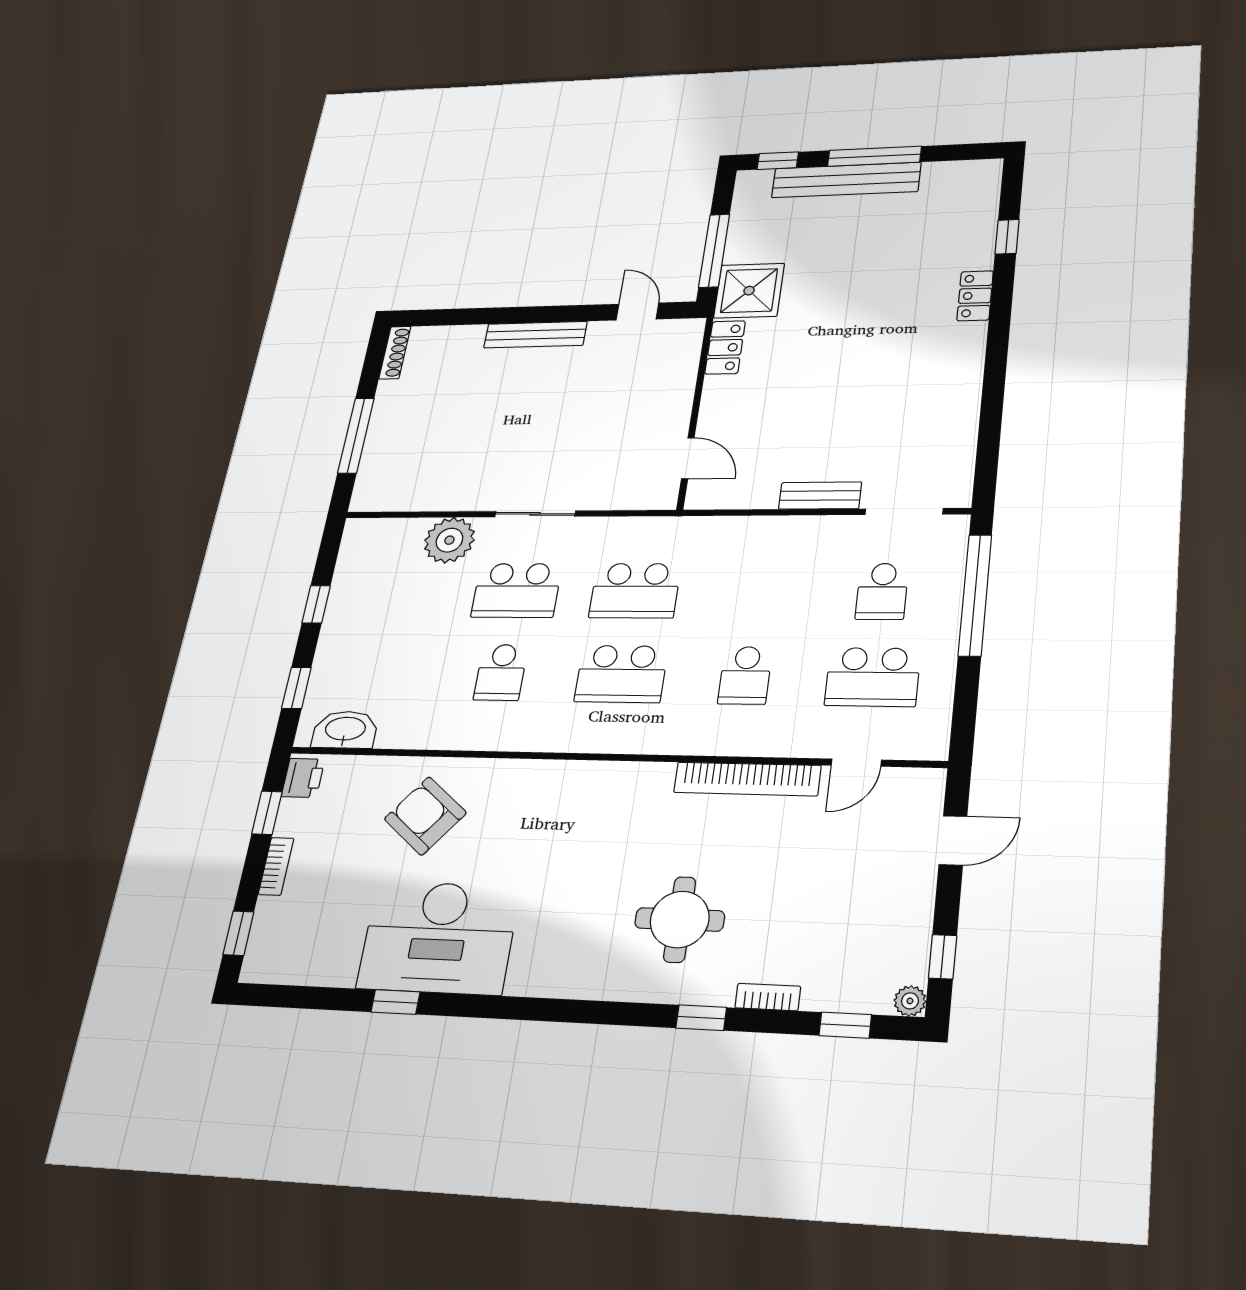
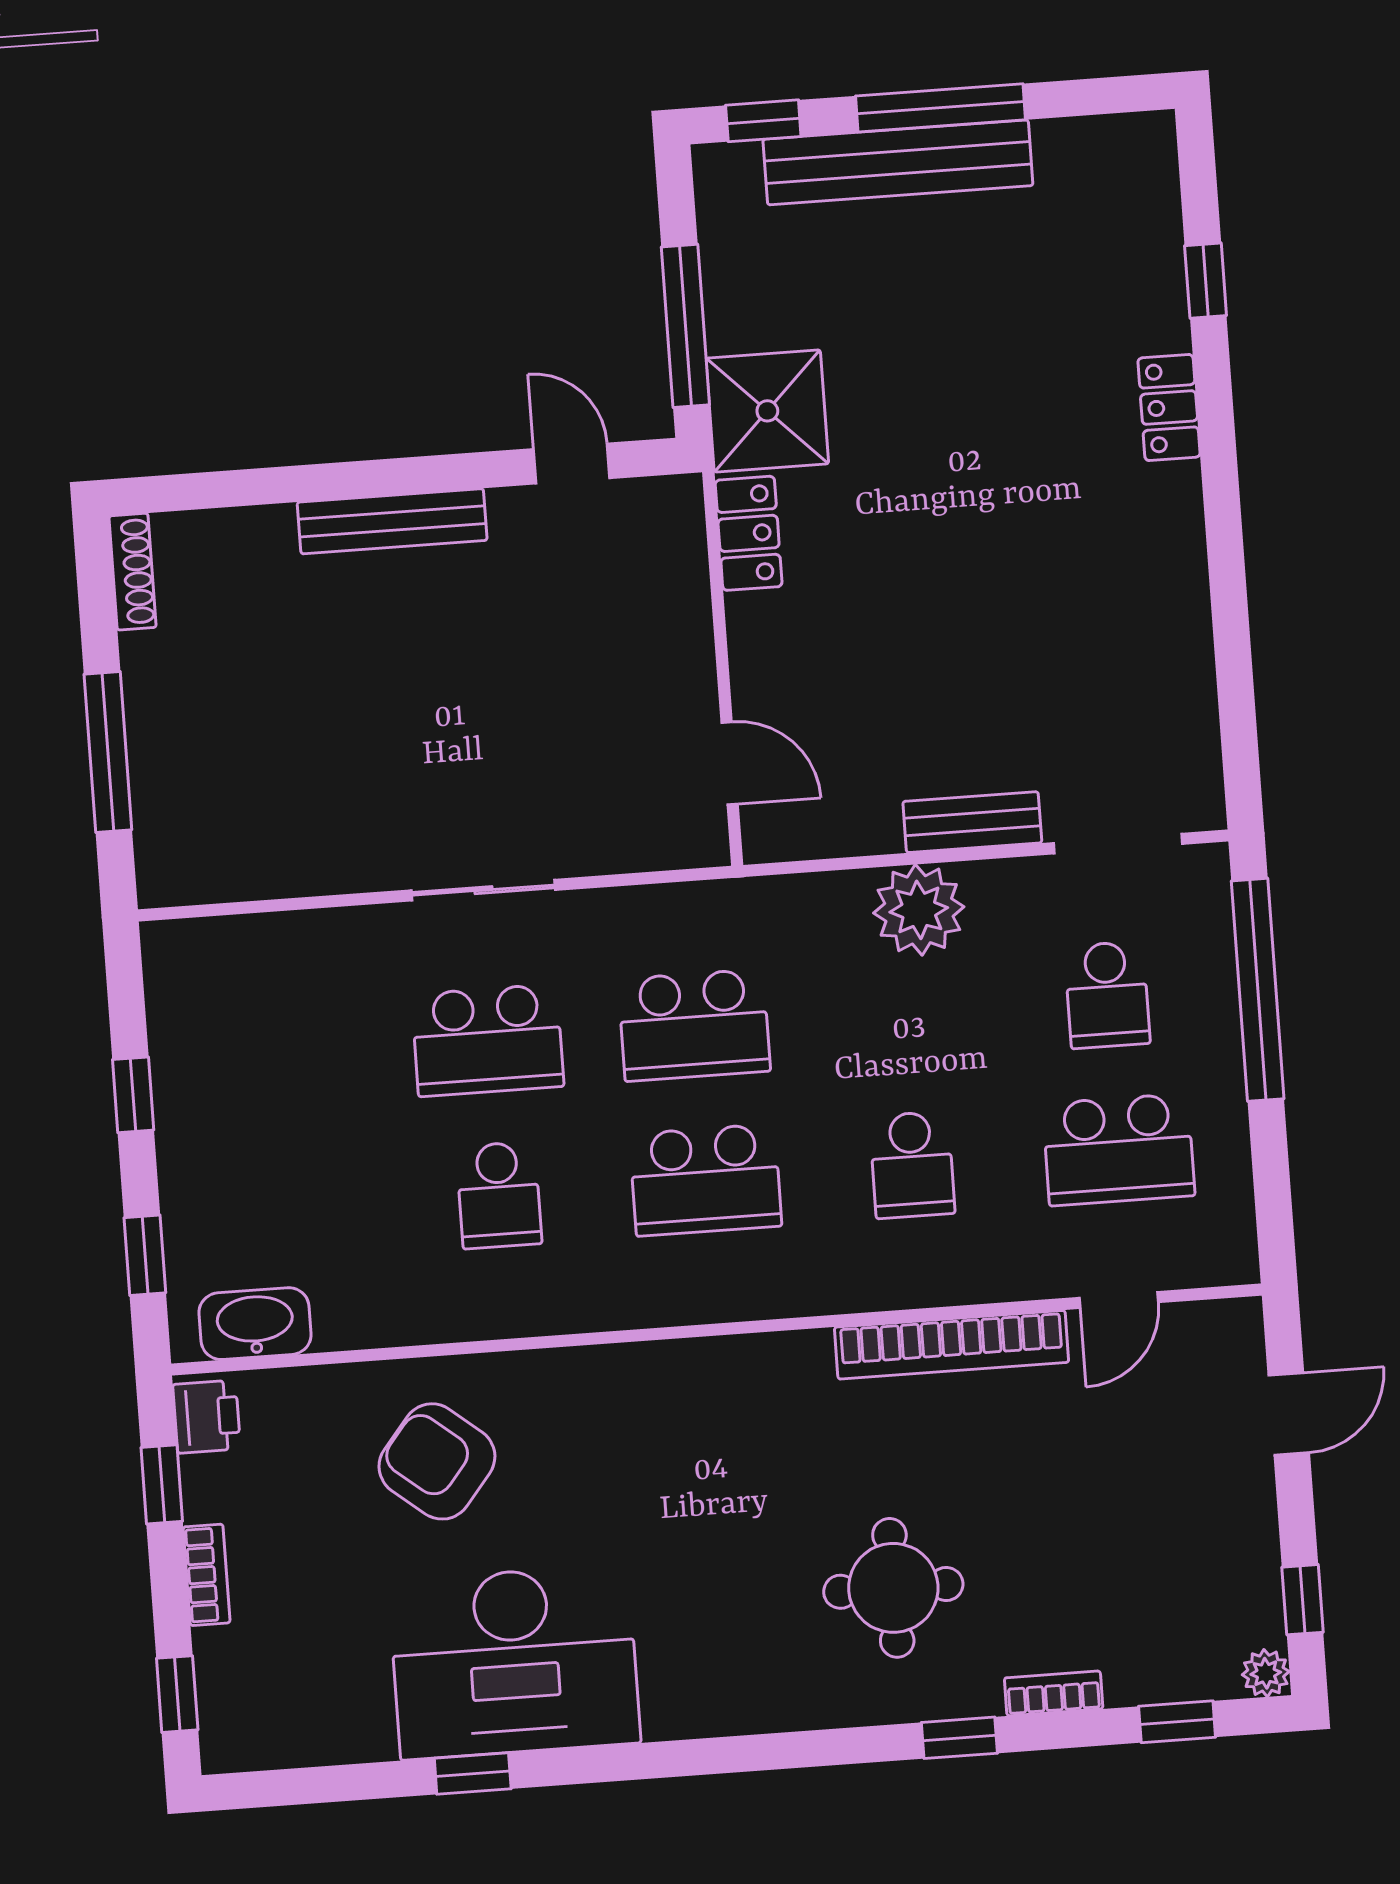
plant: (449, 540) -> (919, 910), moved

